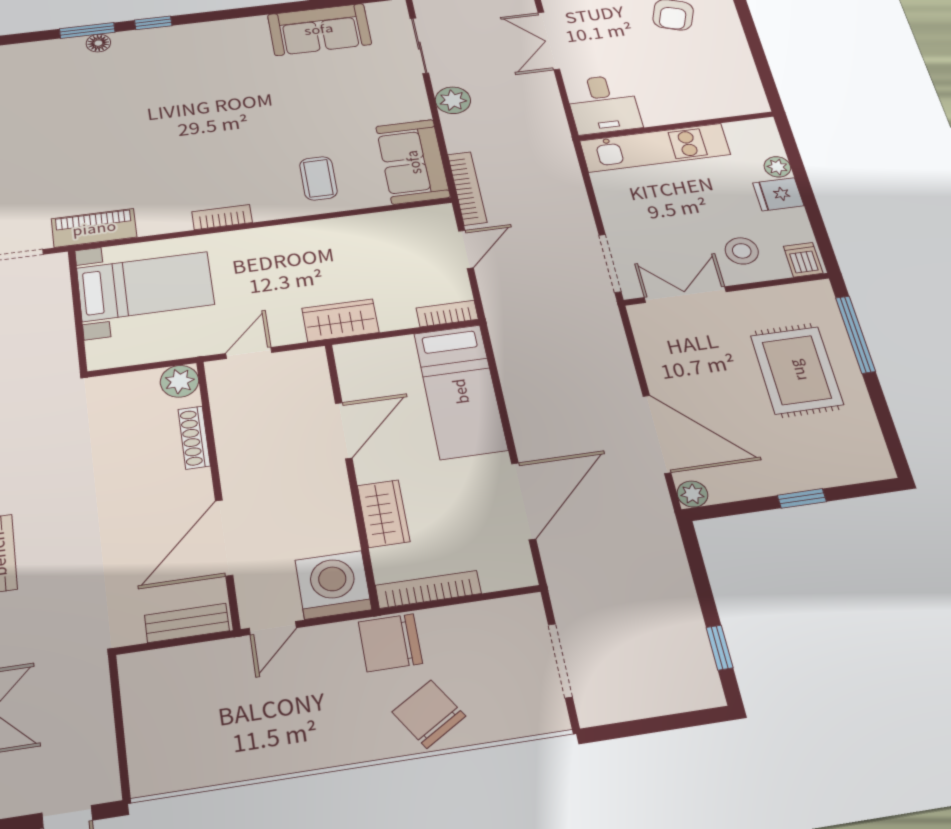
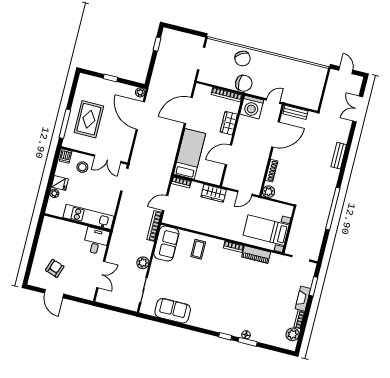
piano: (94, 228) -> (256, 255), moved

